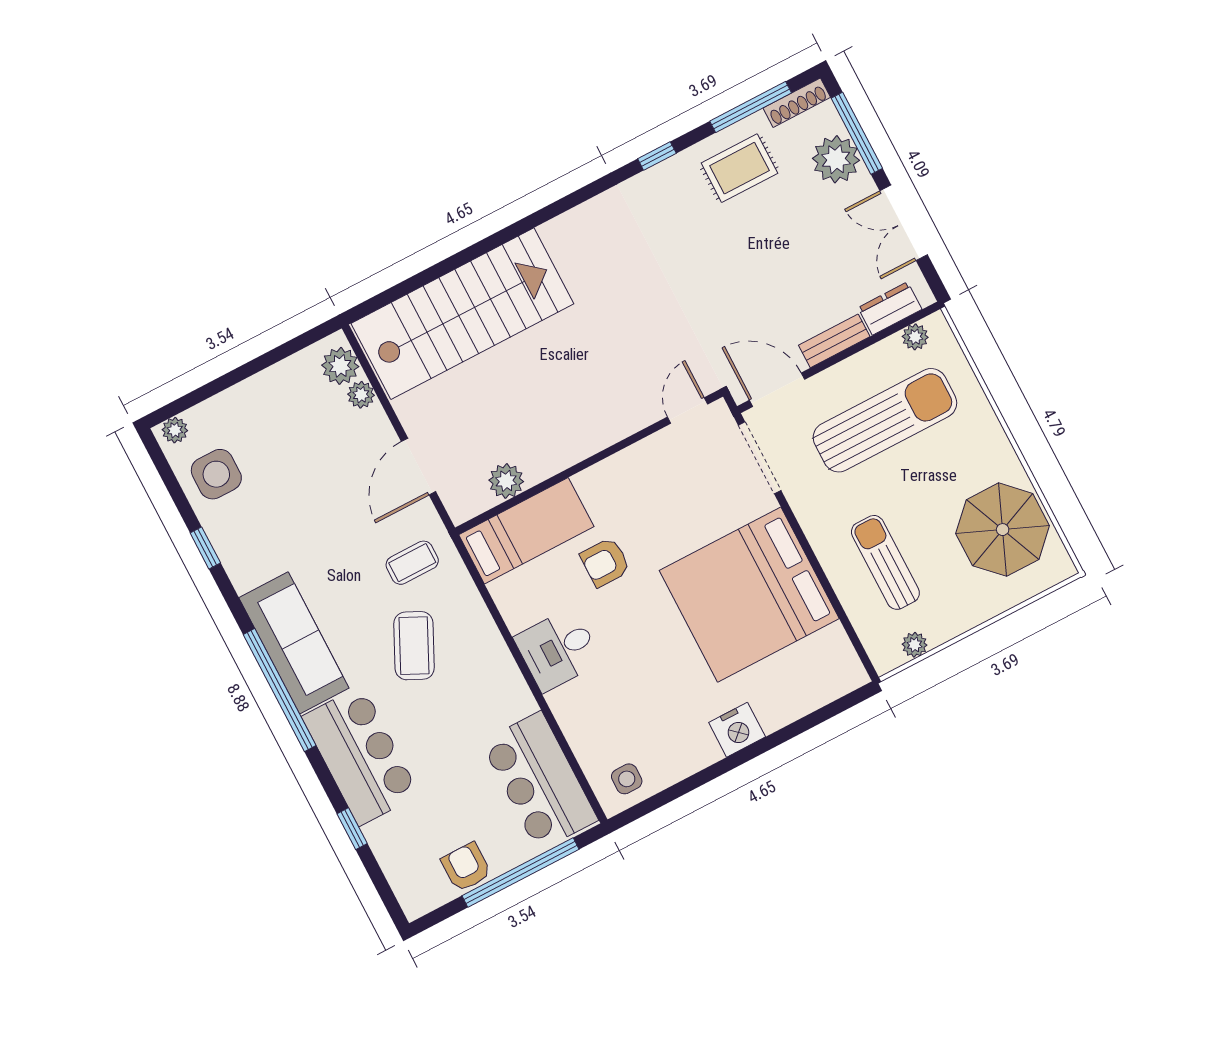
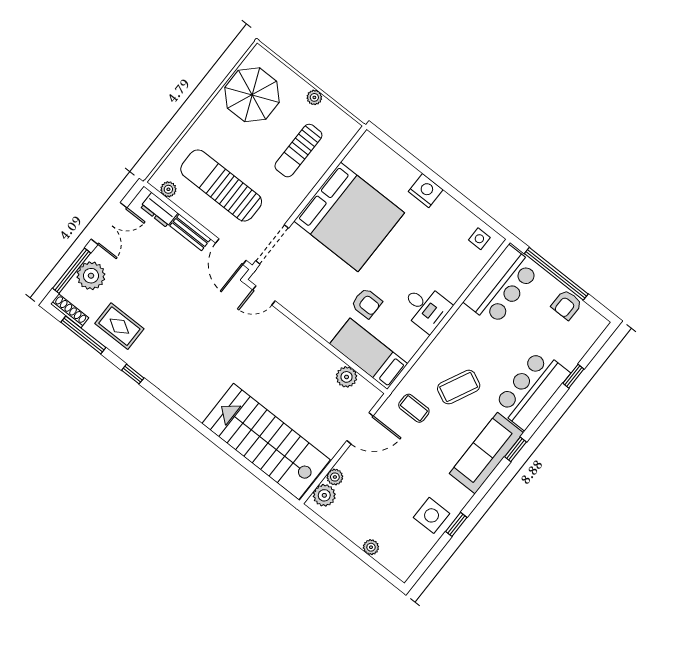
plant: (175, 430) -> (371, 547), moved
side table: (216, 474) -> (432, 515), moved
plant: (915, 645) -> (314, 97), moved
window: (280, 690) -> (516, 449), width x0.32

